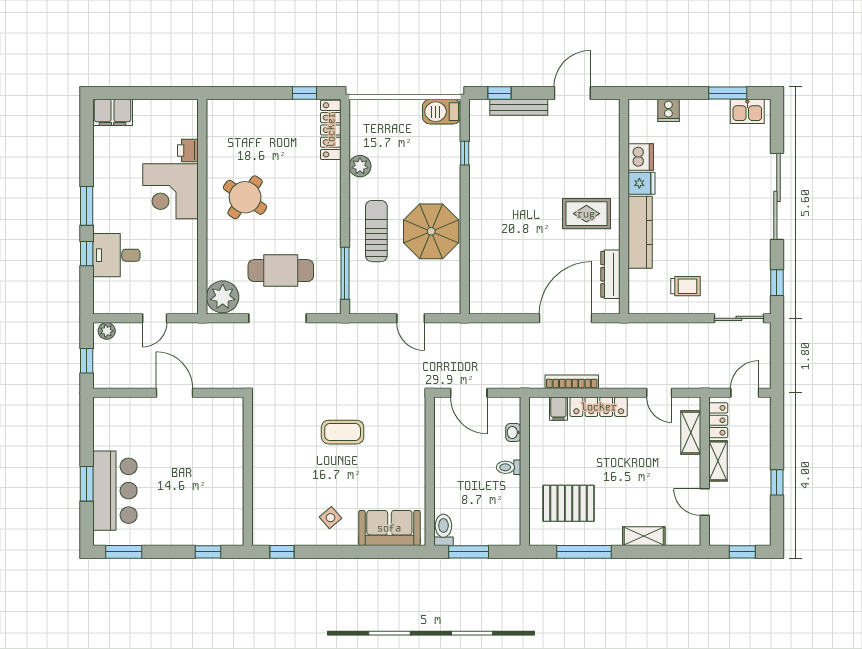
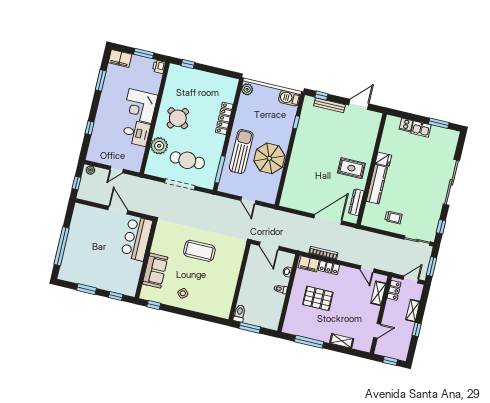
window: (154, 93) -> (144, 54), added
window: (304, 93) -> (188, 64), moved
kitchen sink: (747, 111) -> (421, 129), moved
locker: (331, 130) -> (224, 118), moved
printer: (188, 151) -> (159, 67), moved
dishwasher: (641, 157) -> (386, 146), removed
plant: (360, 166) -> (247, 89), moved
window: (87, 206) -> (101, 80), moved
sun lounger: (376, 231) -> (241, 152), width x1.36, depth x1.34
desk: (116, 255) -> (136, 133), moved, turned 180
plant: (223, 297) -> (159, 146), moved
window: (777, 360) -> (432, 266), added
locker: (599, 407) -> (329, 268), width x0.66
filing cabinet: (558, 409) -> (309, 264), width x2.00
coffee table: (343, 432) -> (199, 251), width x1.36, depth x1.32
shelving: (718, 461) -> (413, 311), moved
window: (87, 484) -> (62, 246), width x2.11
bar counter: (115, 491) -> (137, 238), moved, turned 180
door: (705, 502) -> (377, 331), swing flipped
pallet: (569, 503) -> (318, 298), moved
sofa: (389, 528) -> (155, 271), moved, turned 90
window: (124, 552) -> (86, 289), moved

